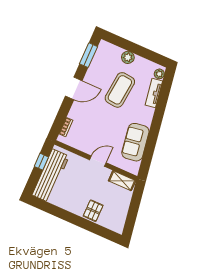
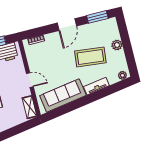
door: (74, 88) -> (67, 25), hinge flipped
tv unit: (154, 93) -> (96, 86), moved
sofa: (135, 142) -> (63, 96), width x1.36

